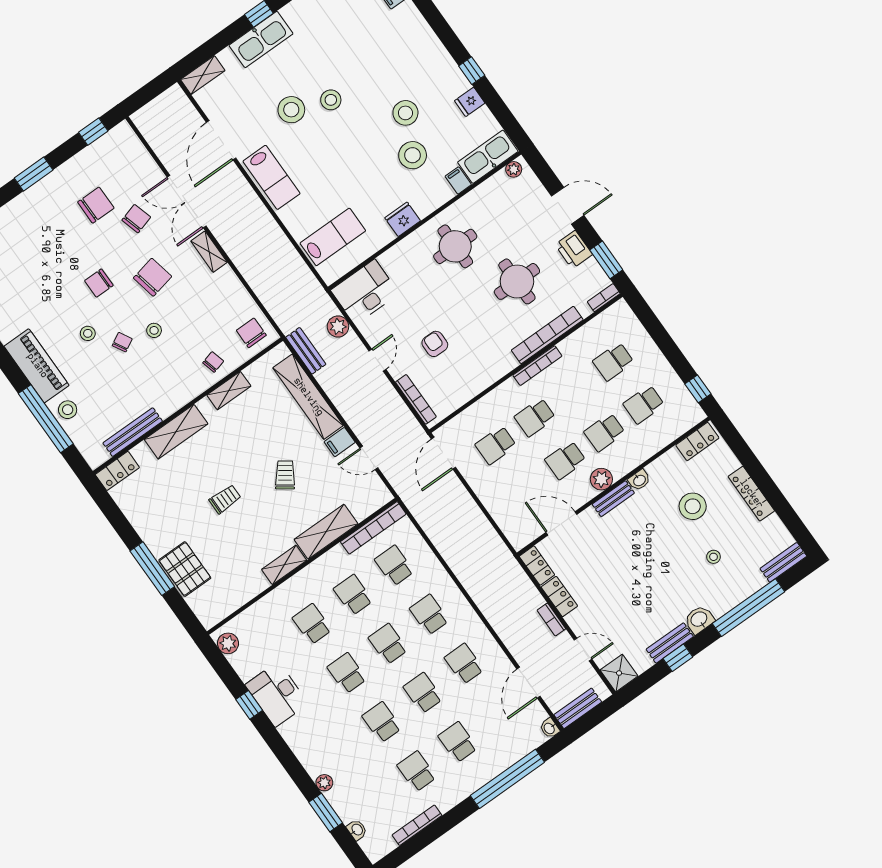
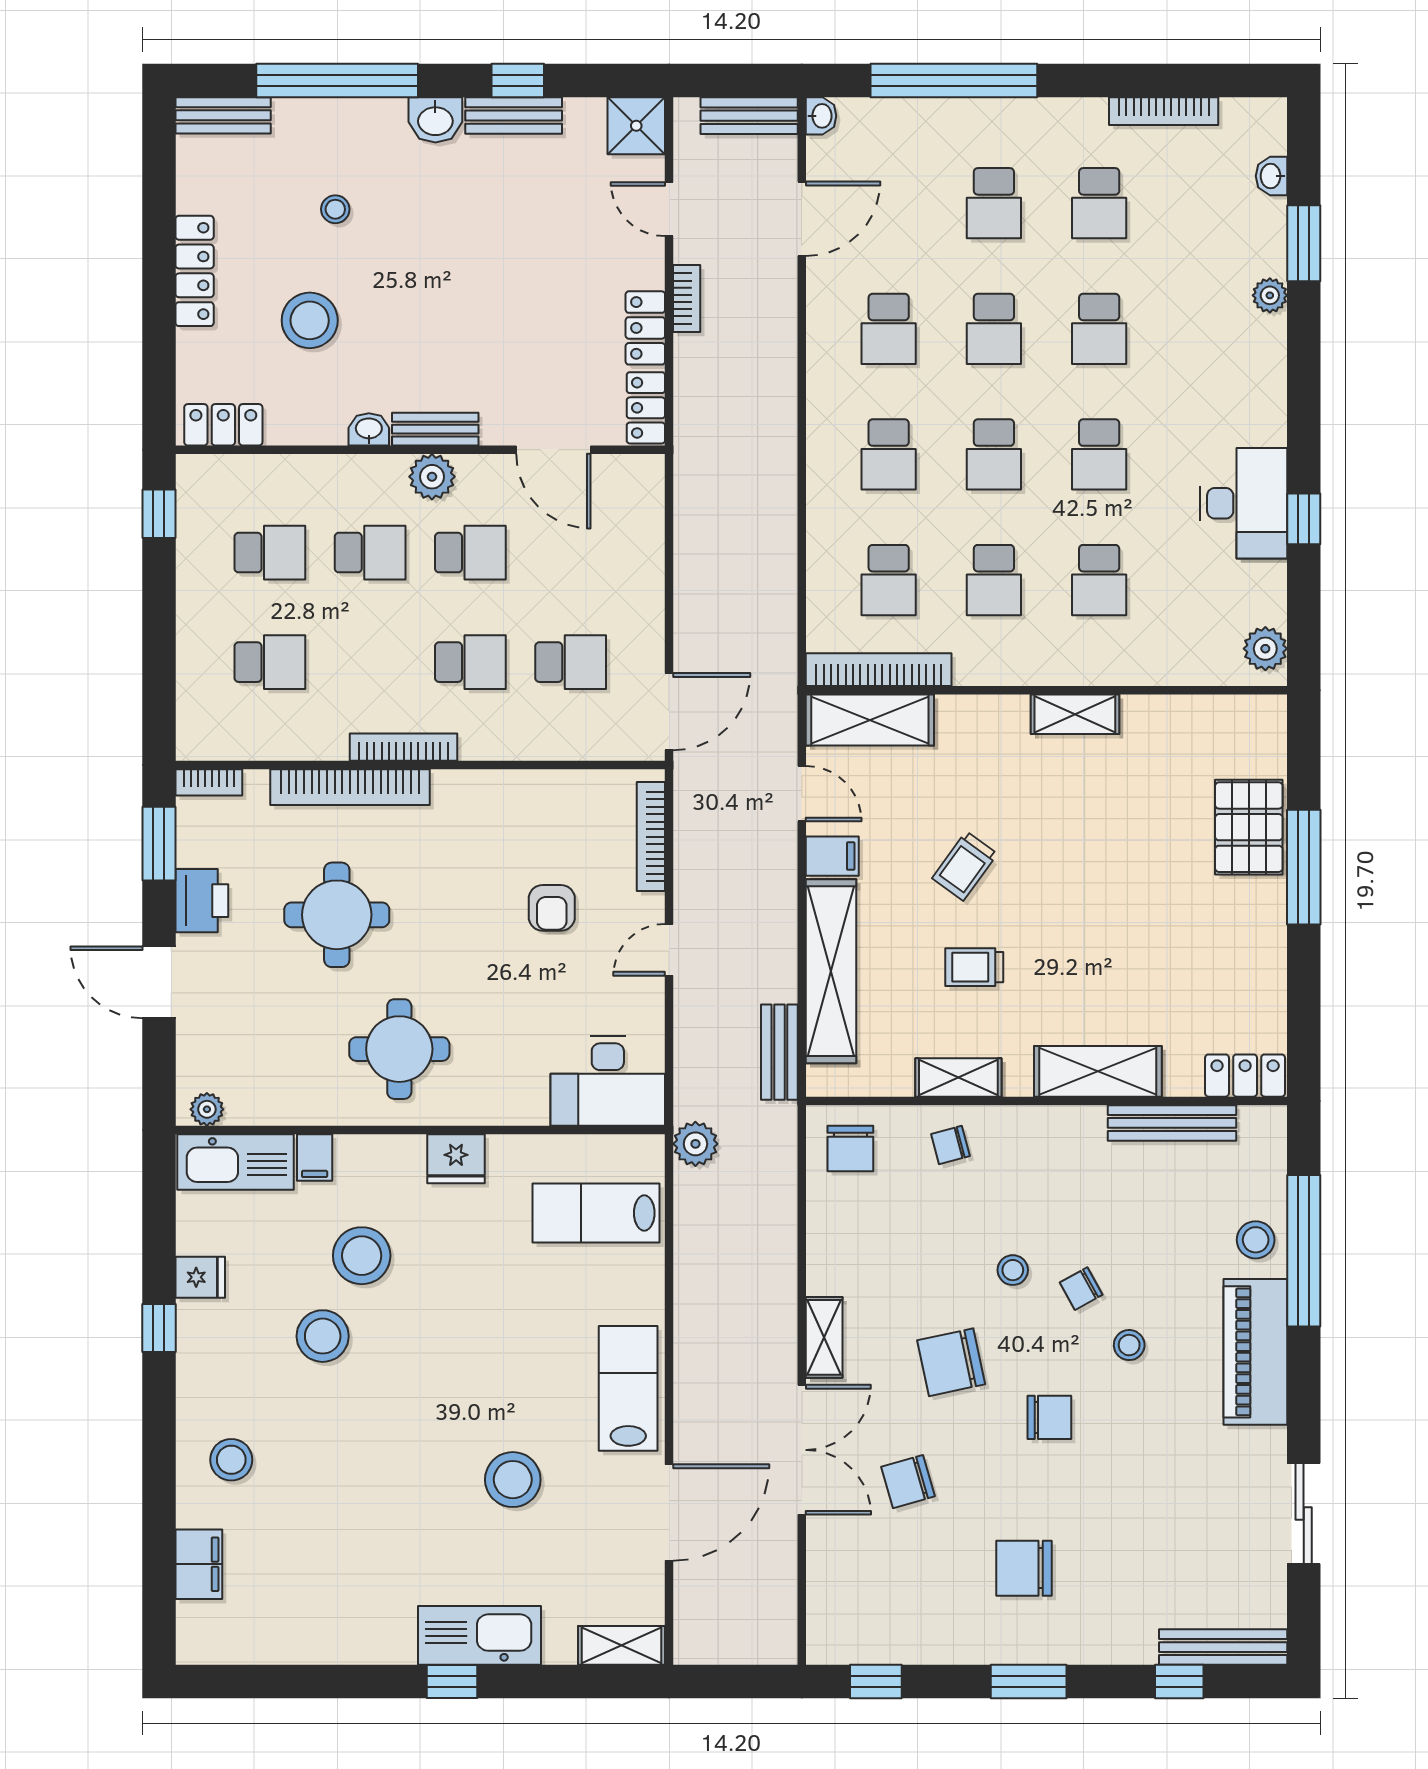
stool: (331, 100) -> (231, 1460), moved
chair: (96, 205) -> (1024, 1568), moved
plant: (338, 327) -> (695, 1144), moved
trolley: (225, 499) -> (974, 967), moved
shelving: (326, 532) -> (870, 720), moved

